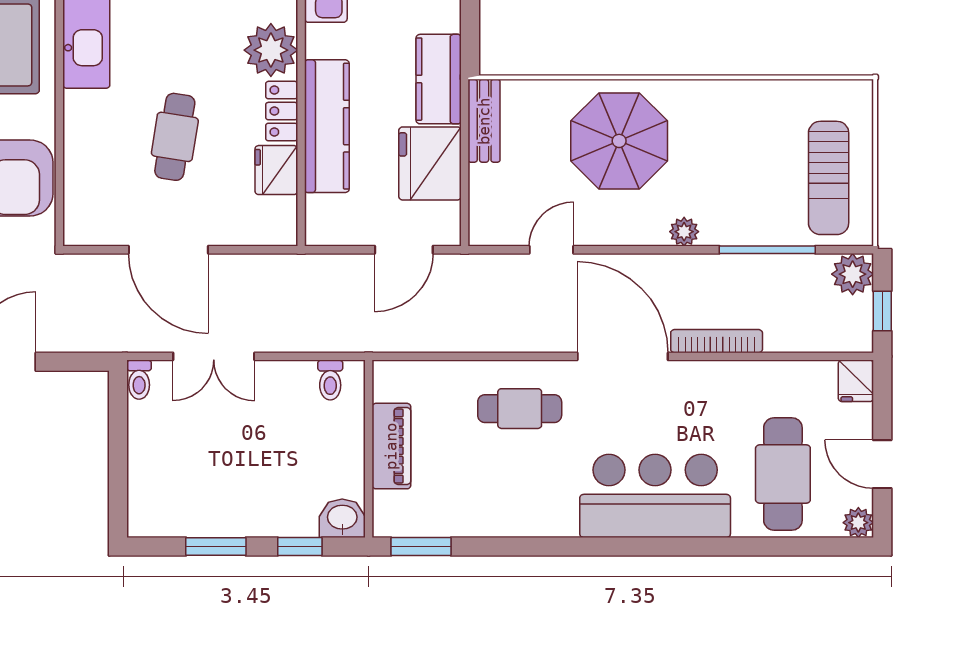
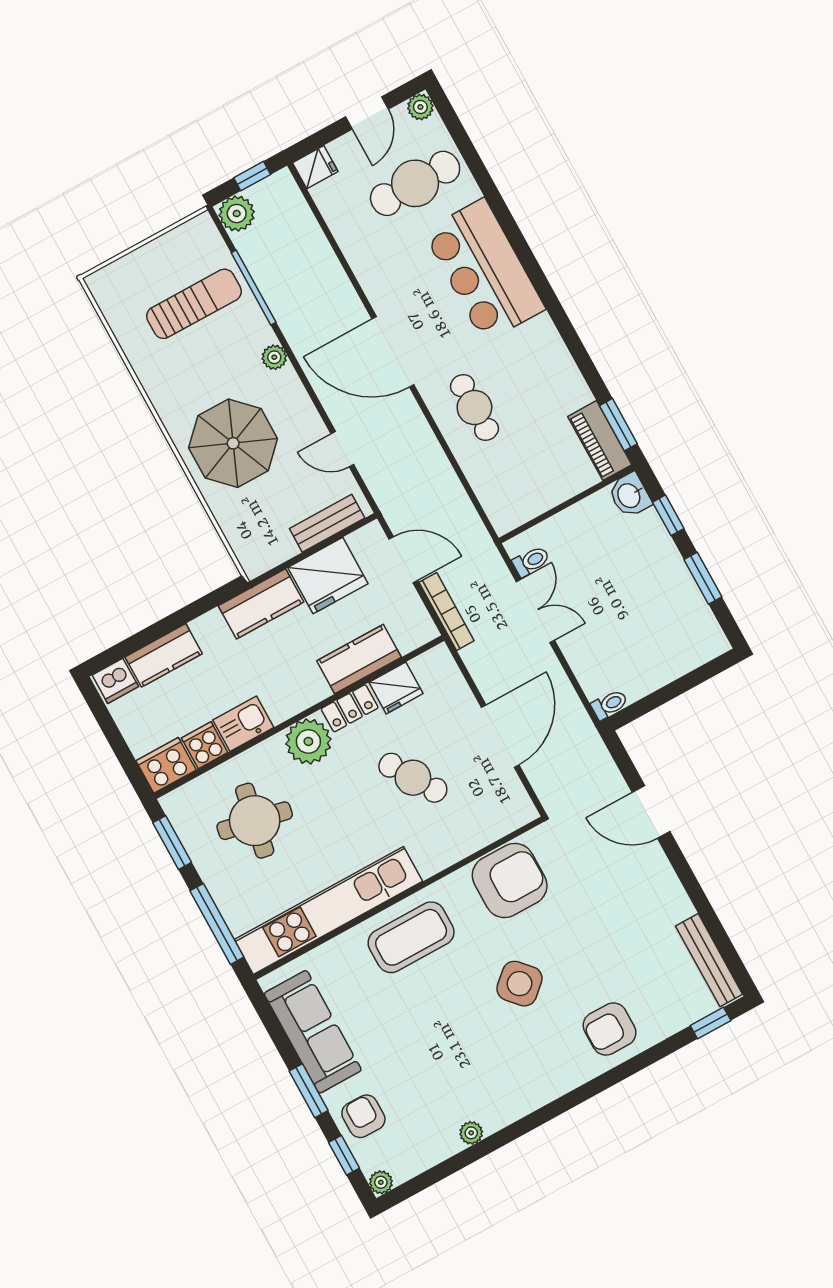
bench: (484, 121) -> (327, 523), moved
kitchen counter: (327, 126) -> (359, 659), width x0.67
cafe table: (175, 137) -> (413, 778), turned 49
sun lounger: (829, 178) -> (194, 304), moved
bookcase: (717, 341) -> (447, 612), moved, turned 180
double door: (214, 356) -> (535, 611), moved
door: (623, 356) -> (393, 352), hinge flipped
piano: (391, 446) -> (600, 441), moved, turned -90

